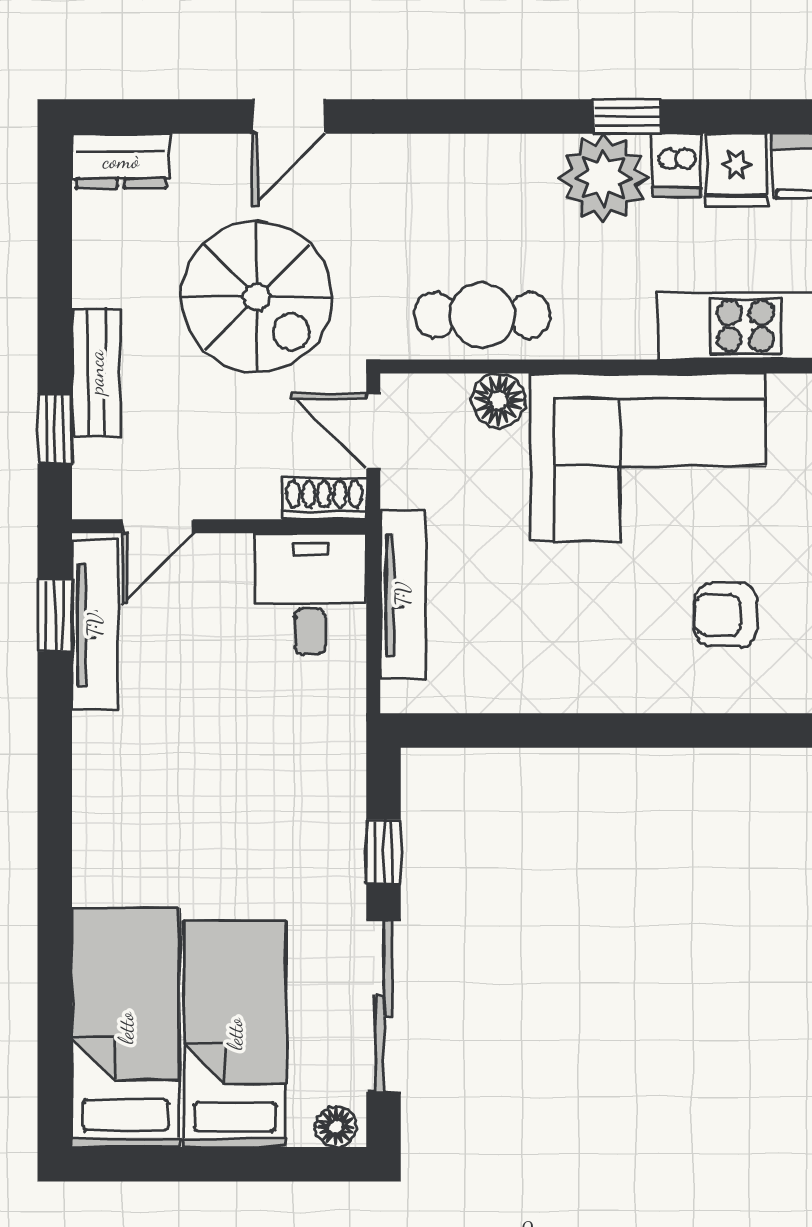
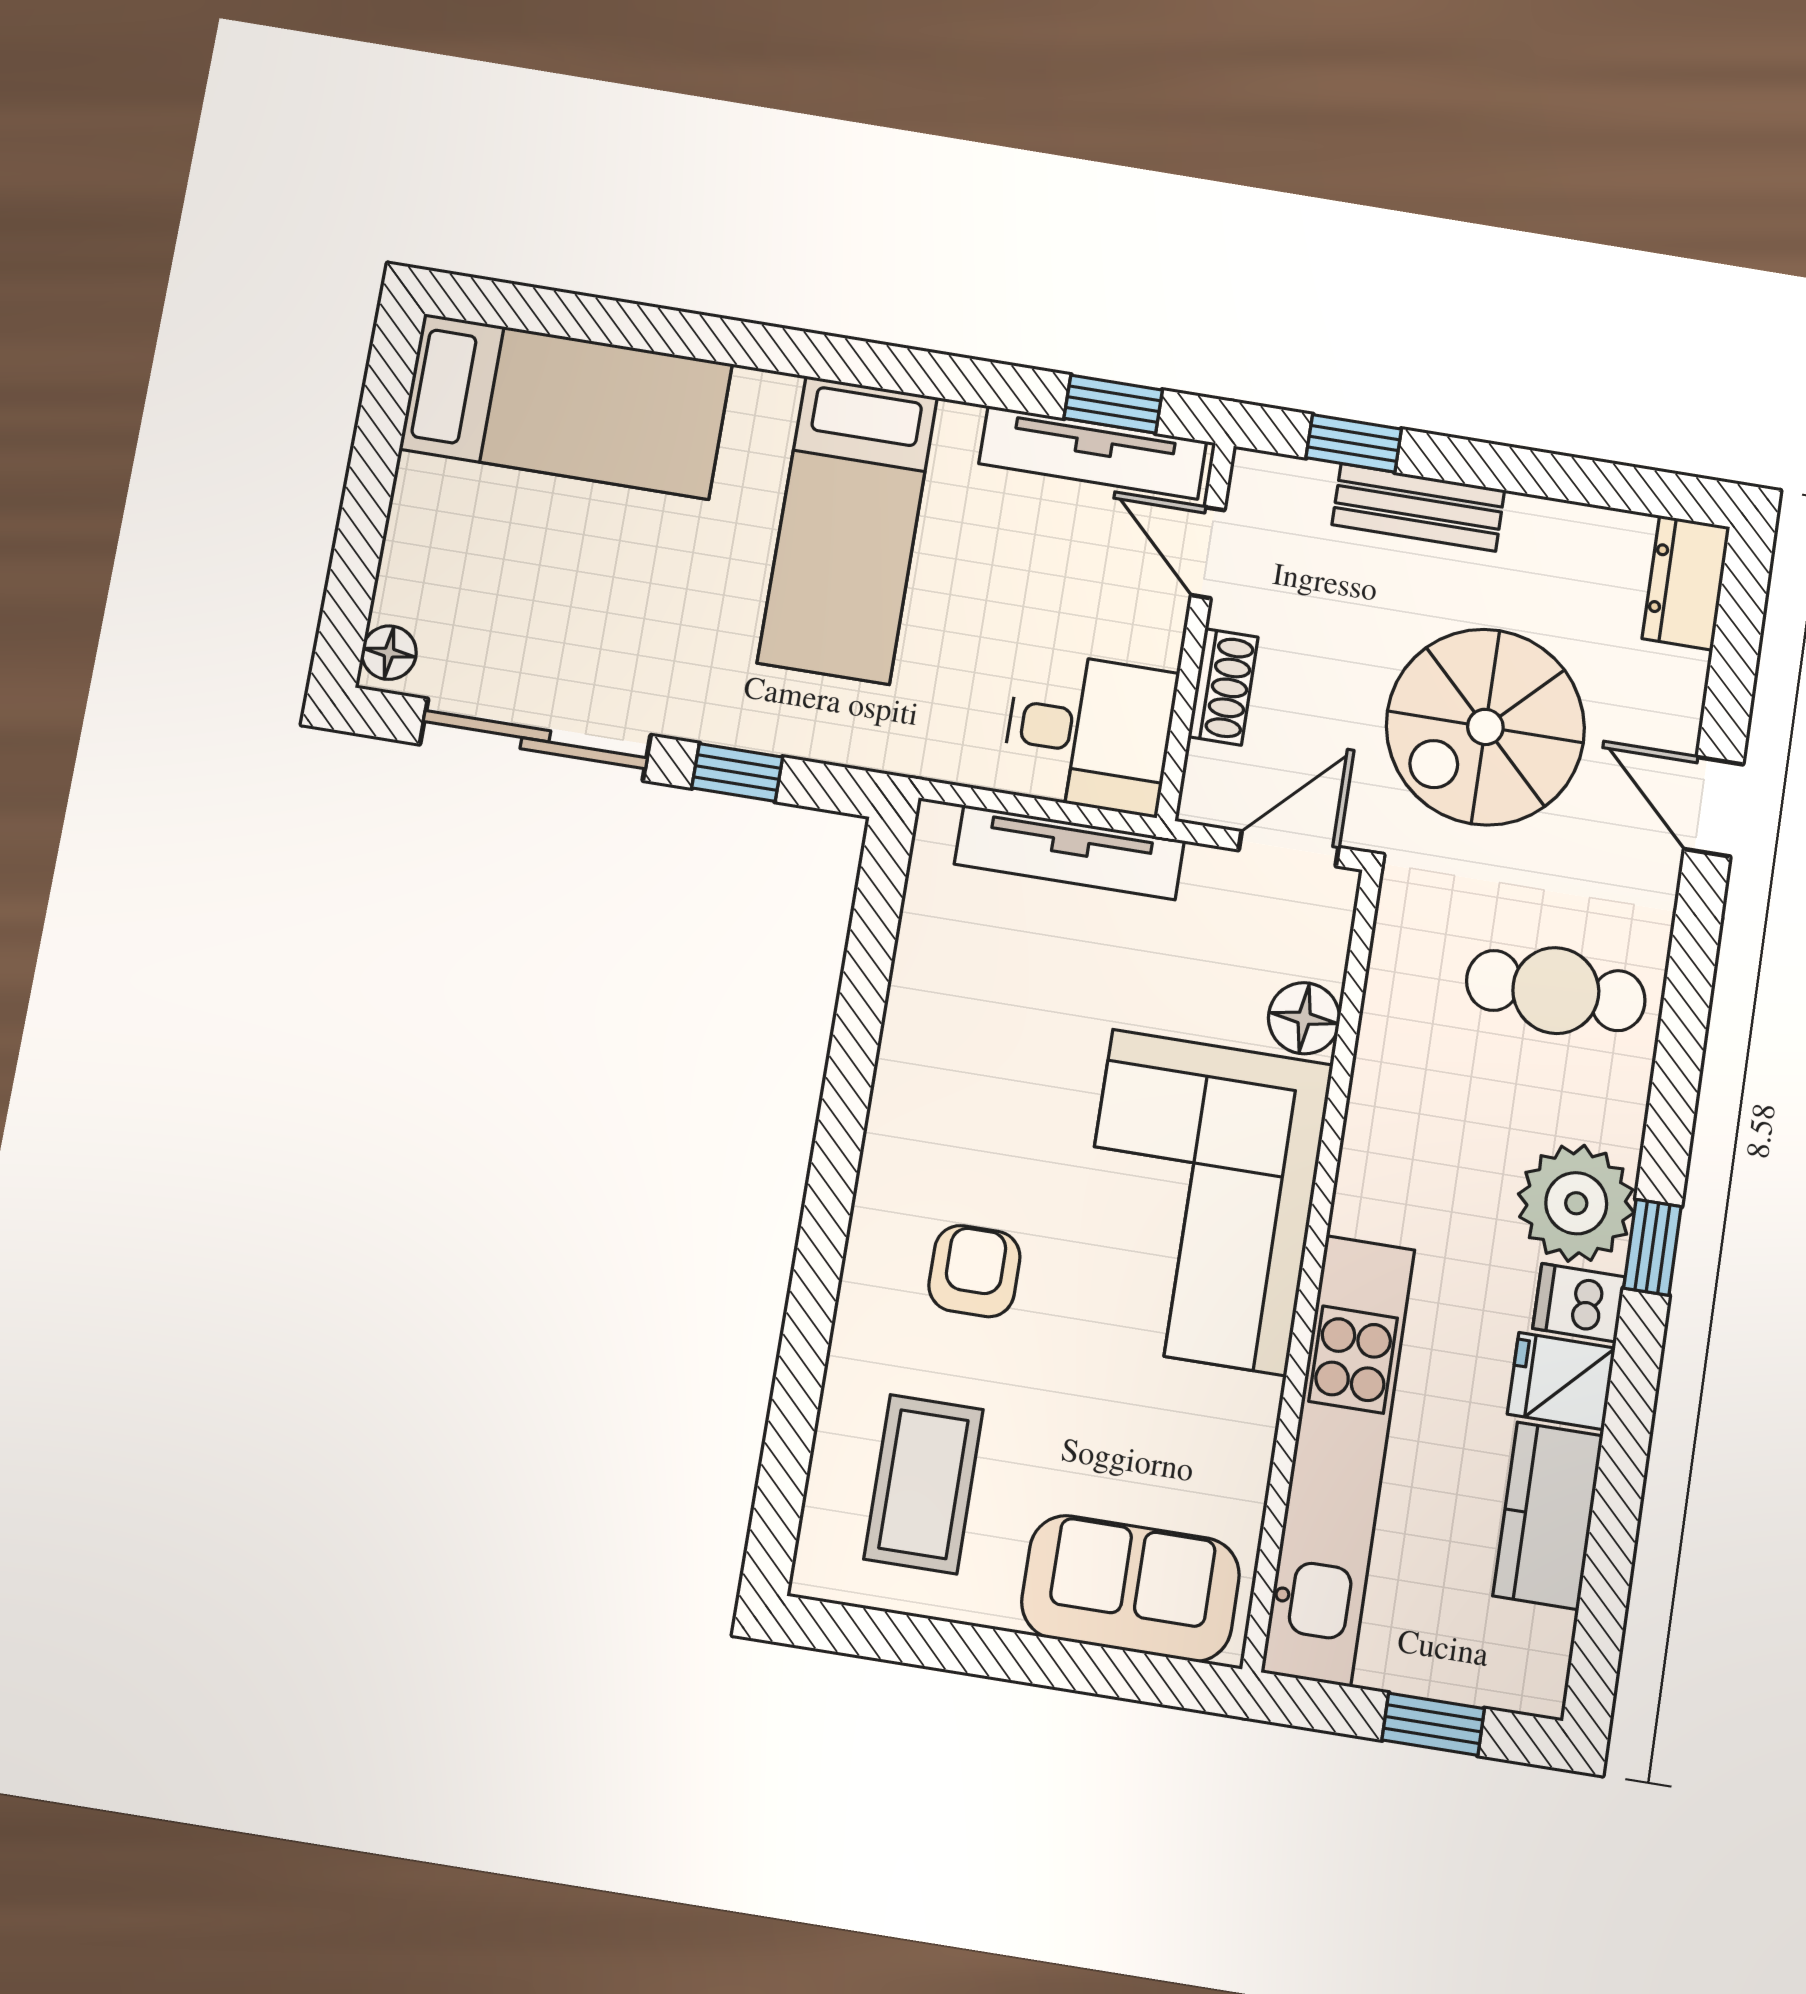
cafe table: (482, 315) -> (1556, 991), moved, turned 90
shoe rack: (324, 499) -> (1223, 687), moved
bed: (235, 1034) -> (847, 530), moved, turned 90

